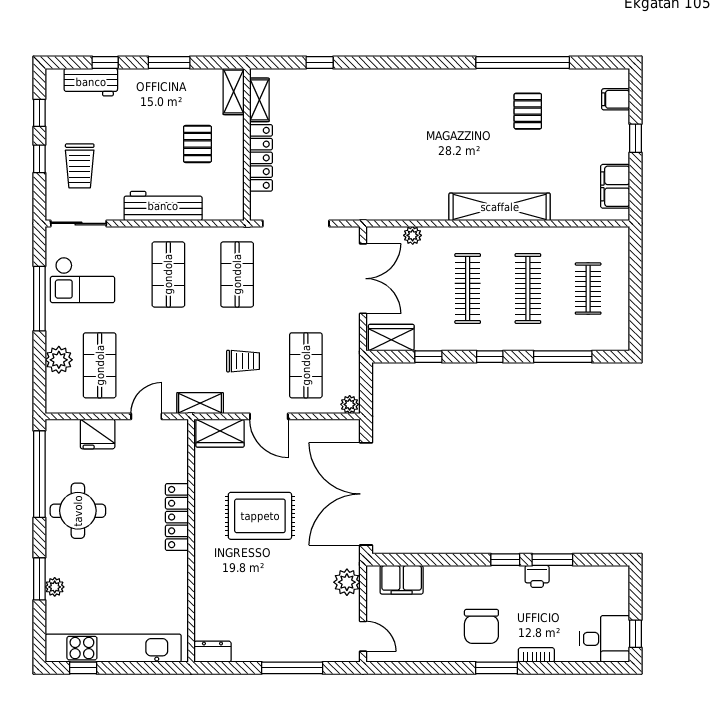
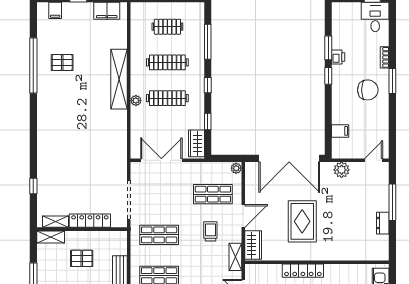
plant: (413, 235) -> (136, 101), moved
filing cabinet: (402, 580) -> (340, 131), width x0.50
dresser: (212, 652) -> (383, 223), moved

